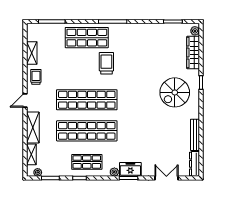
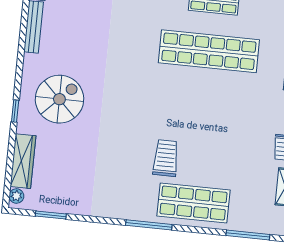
trolley: (106, 63) -> (166, 158), turned 180
shop shelf: (87, 100) -> (204, 102), removed

